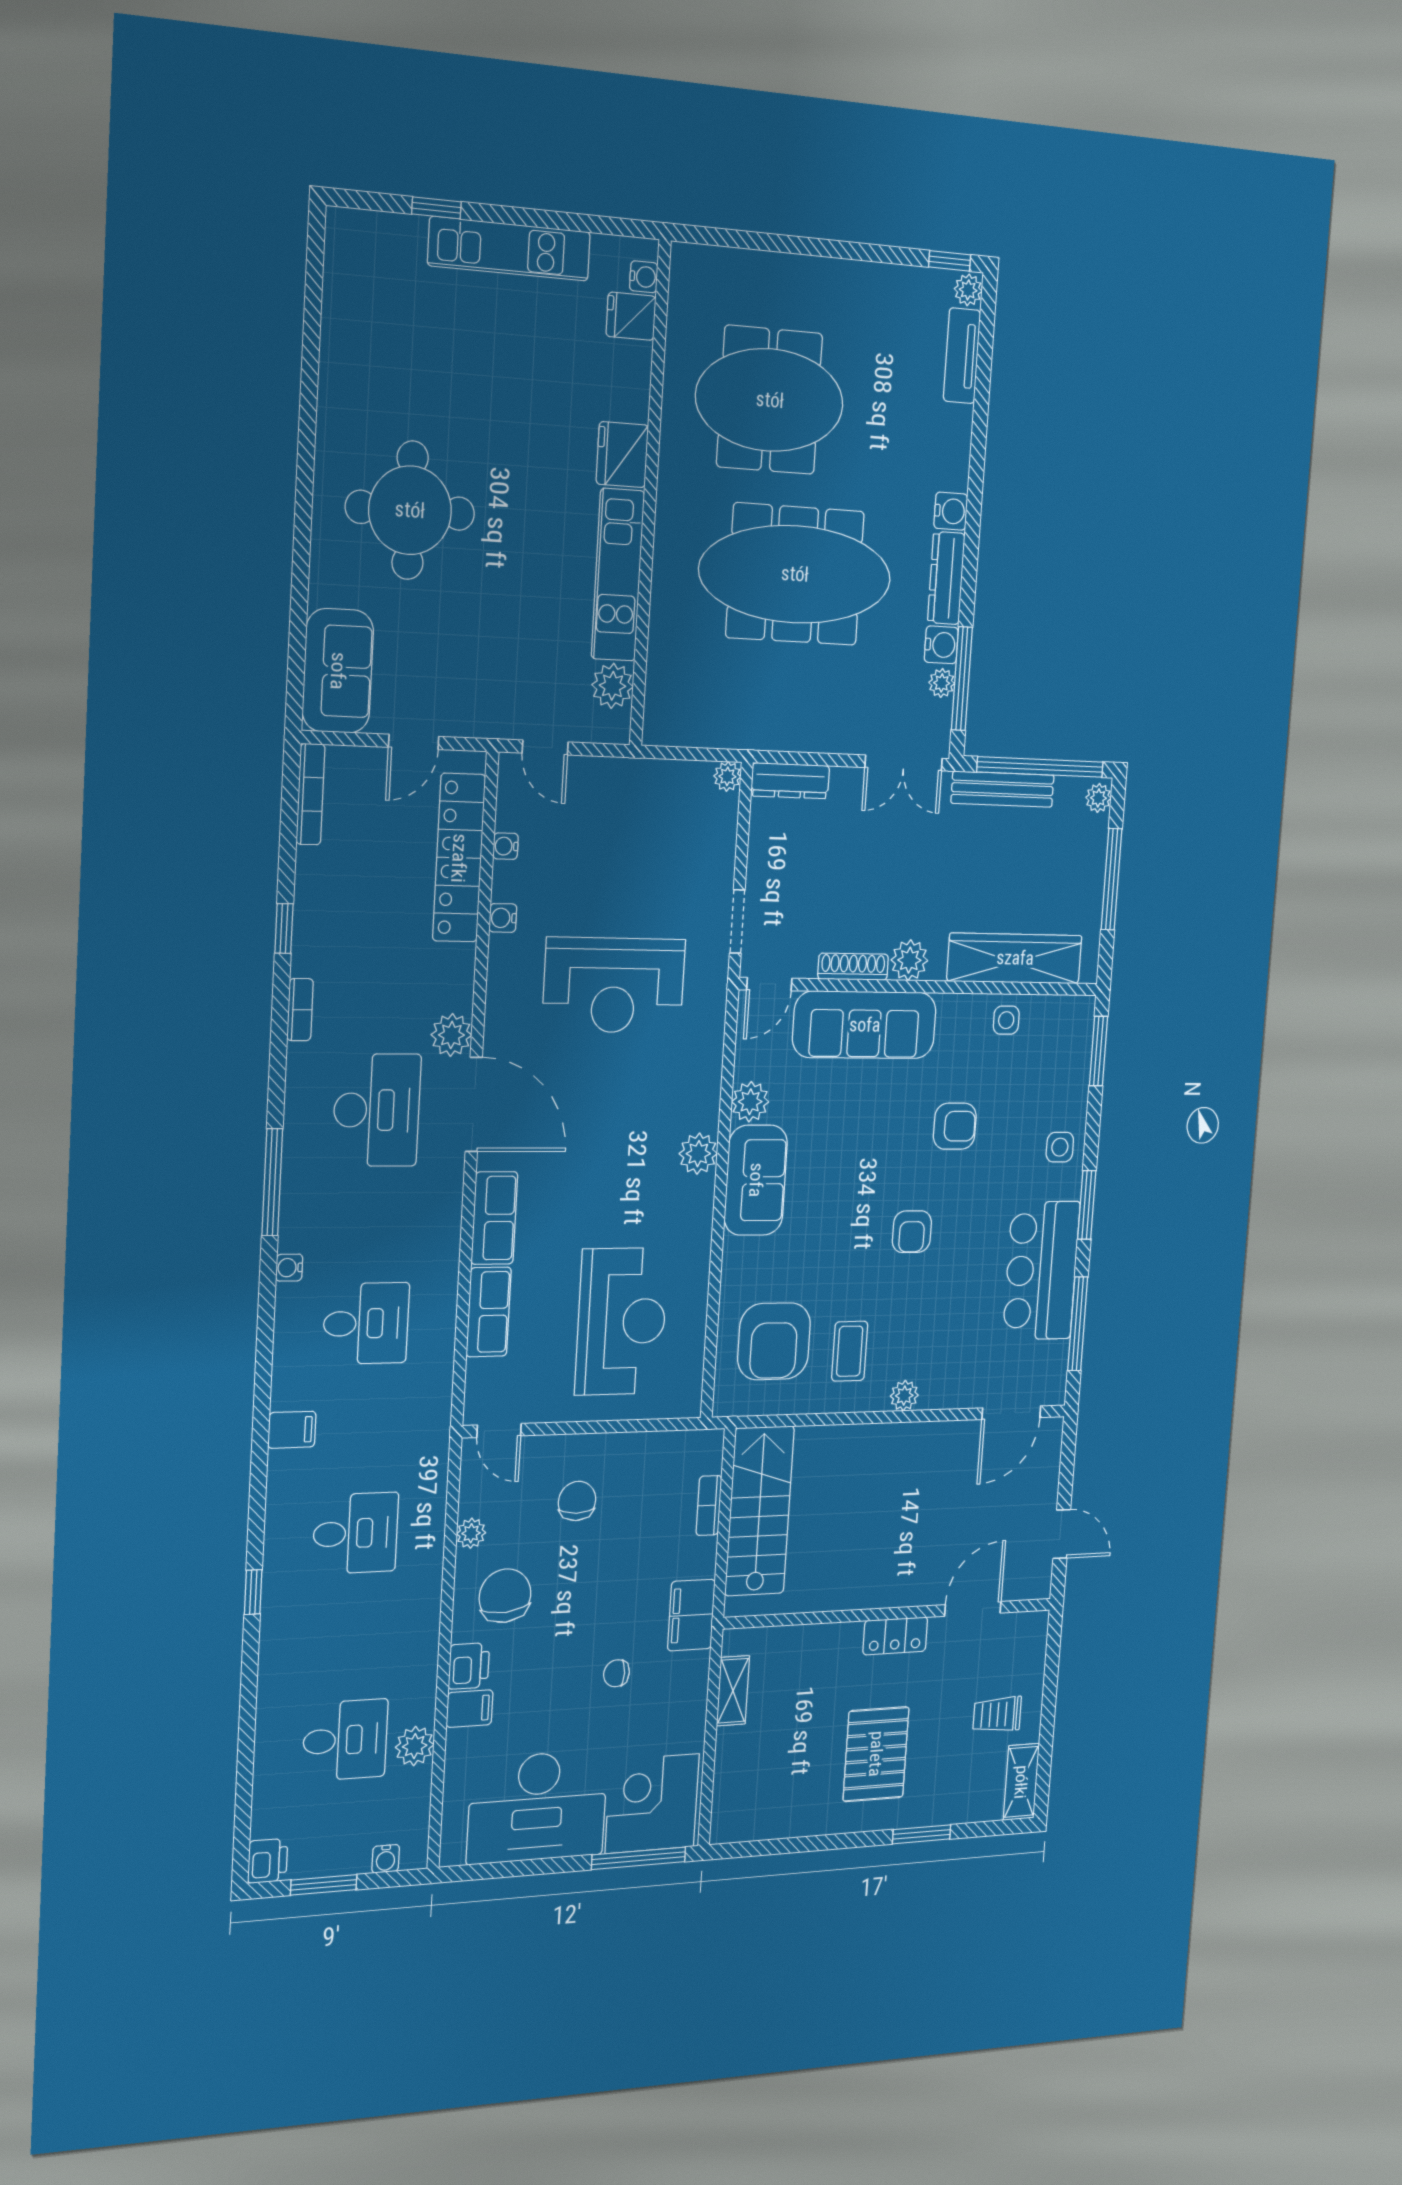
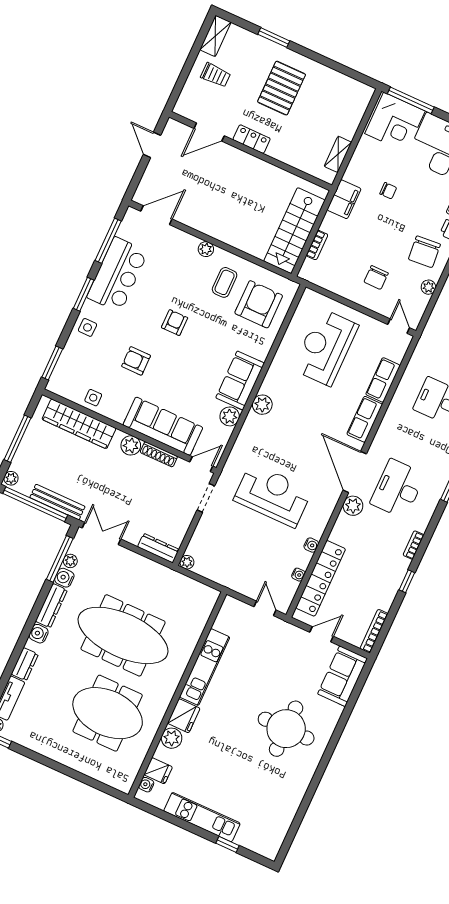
dresser: (956, 438) -> (25, 664), added
plant: (612, 686) -> (172, 738), moved

